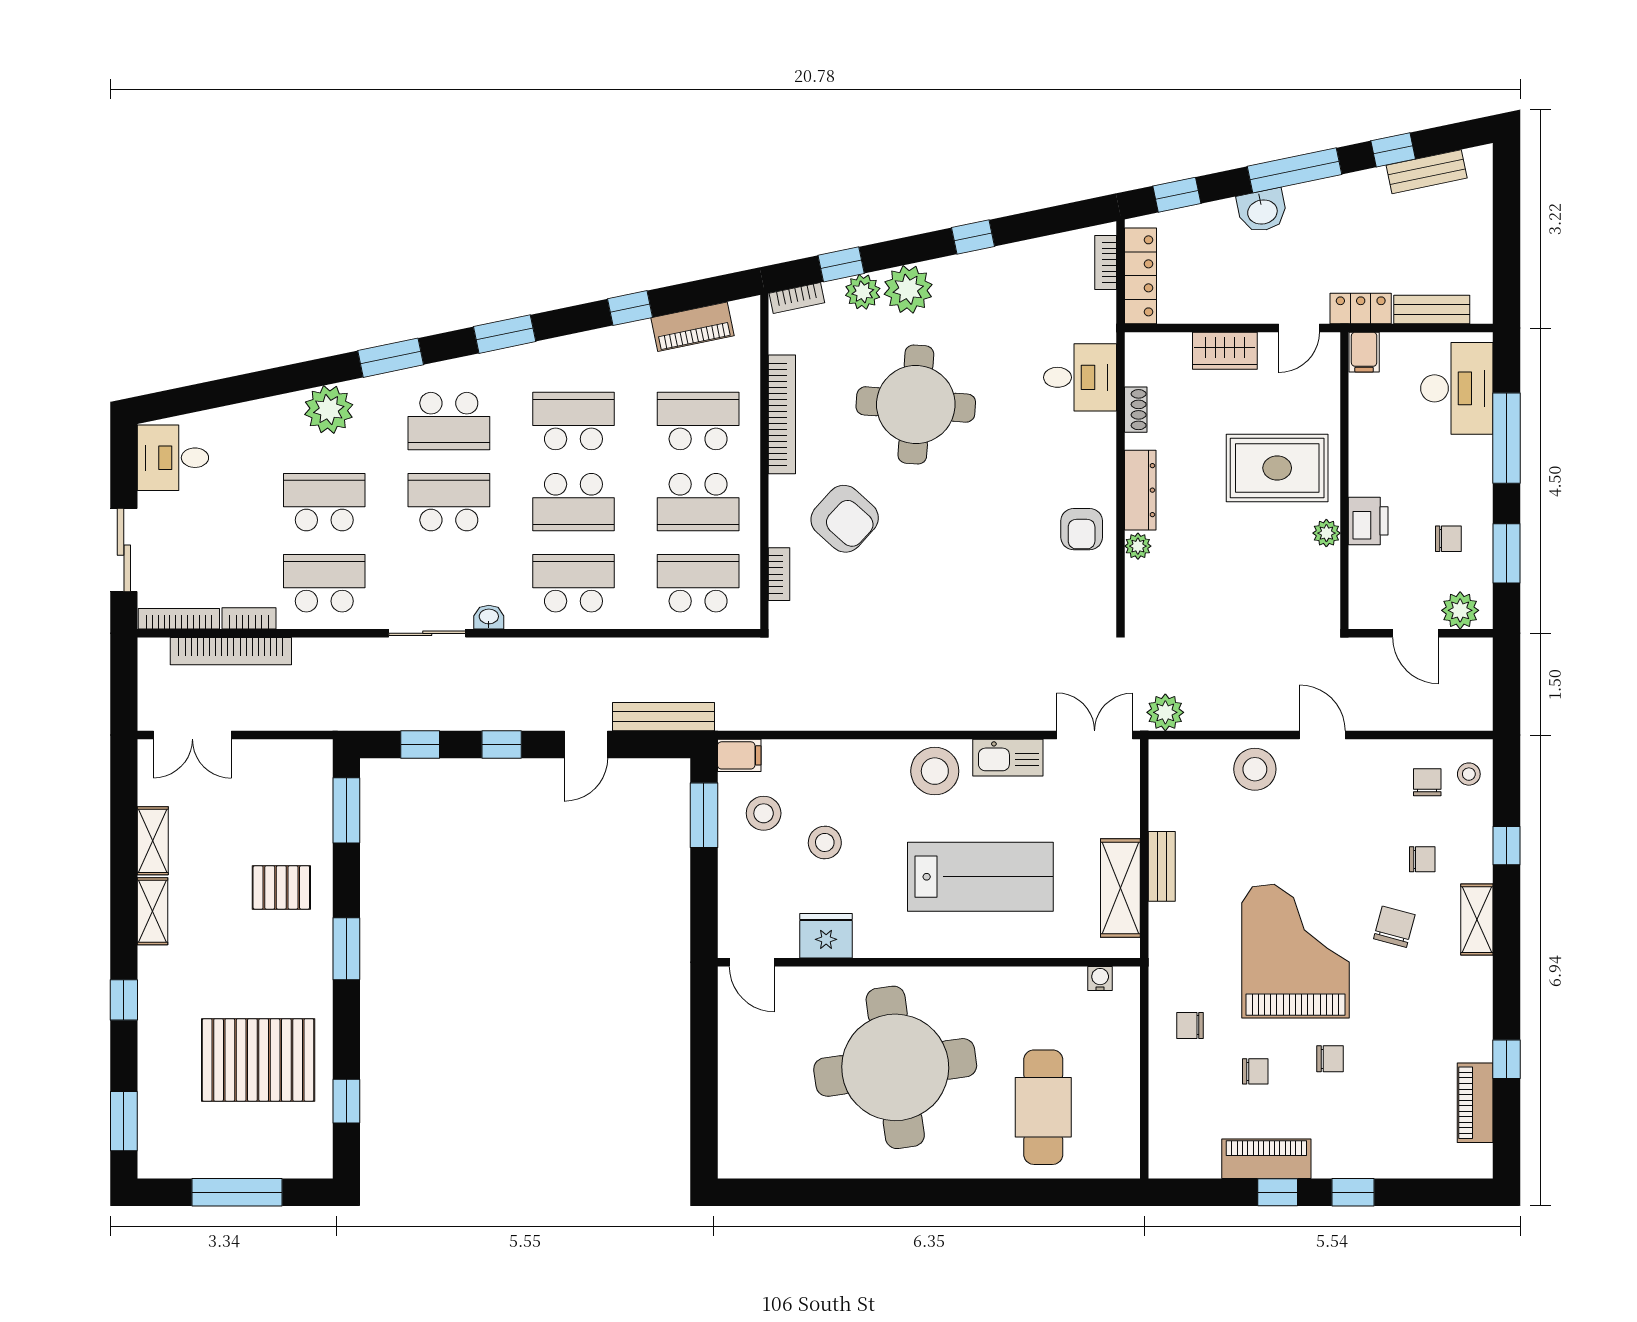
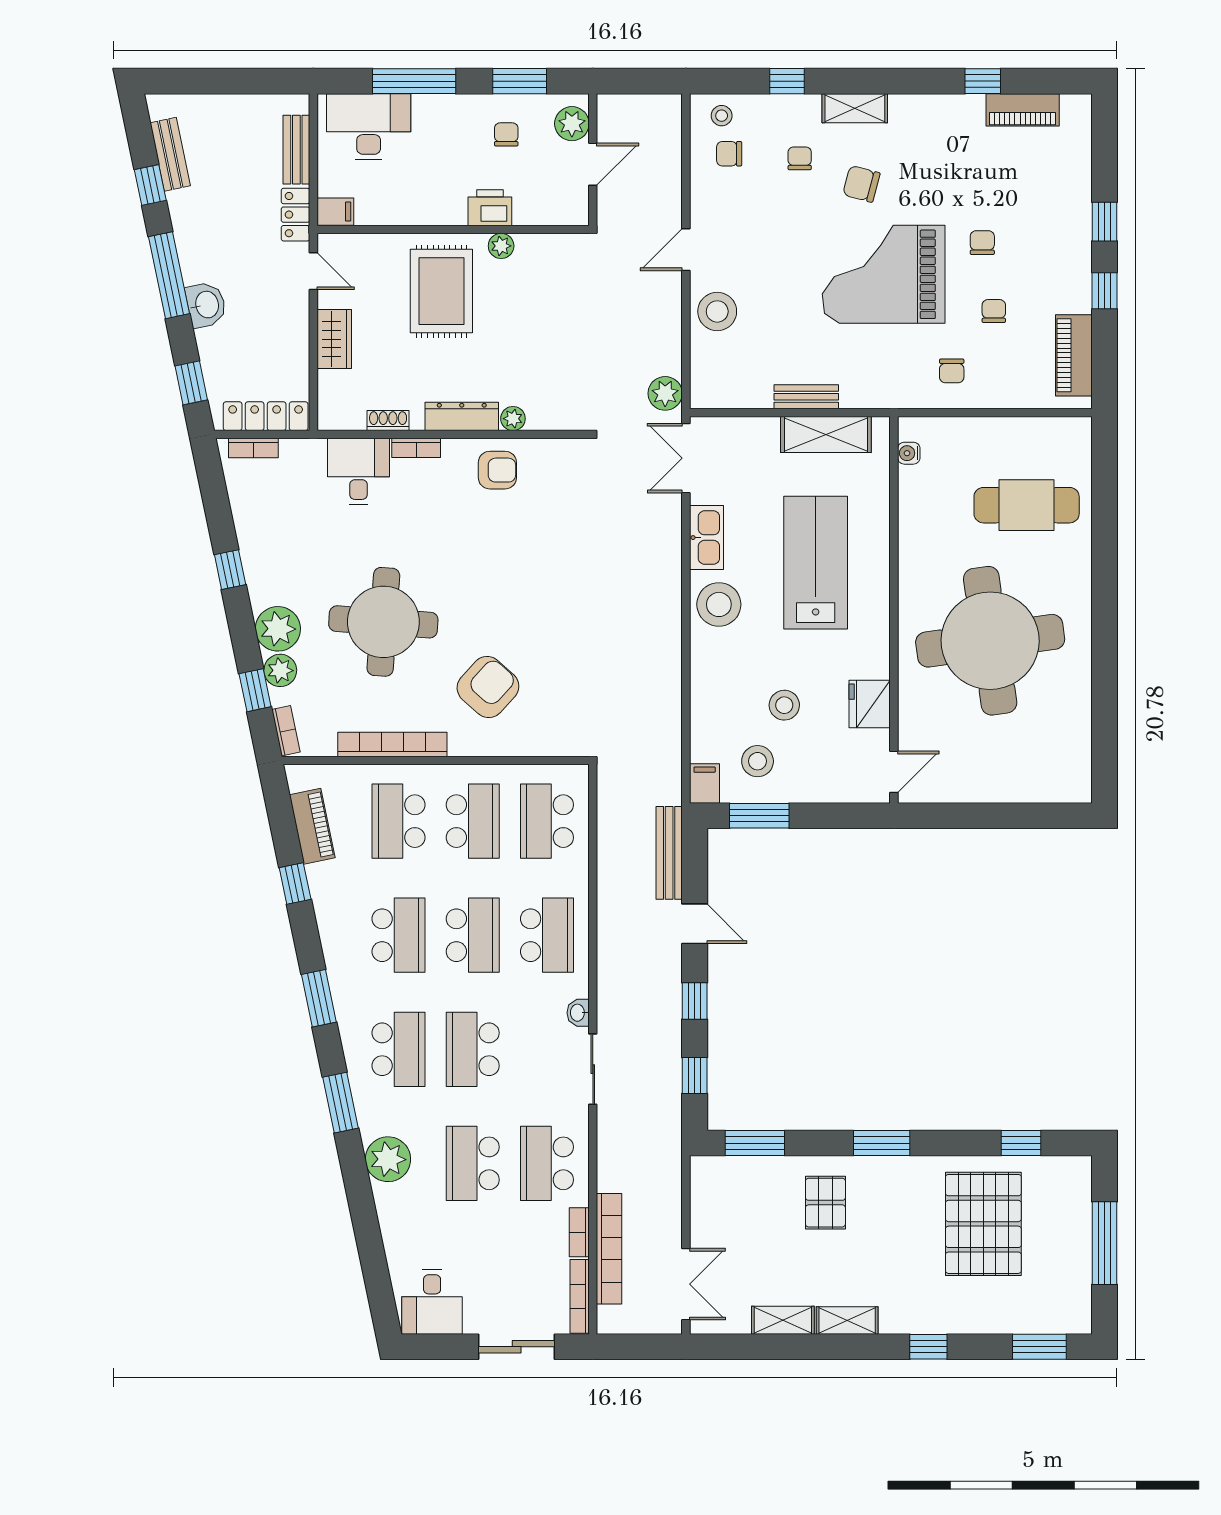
school desk: (573, 421) -> (398, 935), turned 180
bookcase: (779, 574) -> (416, 448), moved, turned 180
school desk: (573, 583) -> (547, 935), turned 180
piano: (1266, 1159) -> (1074, 355), moved

